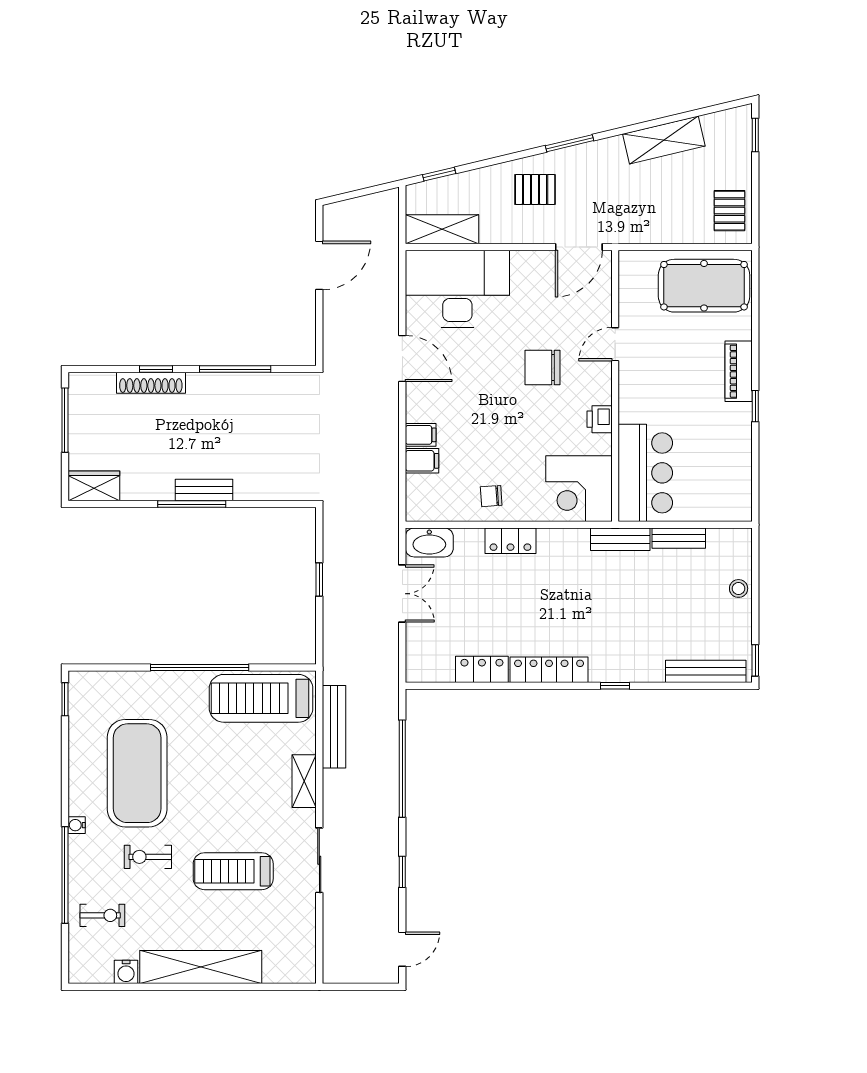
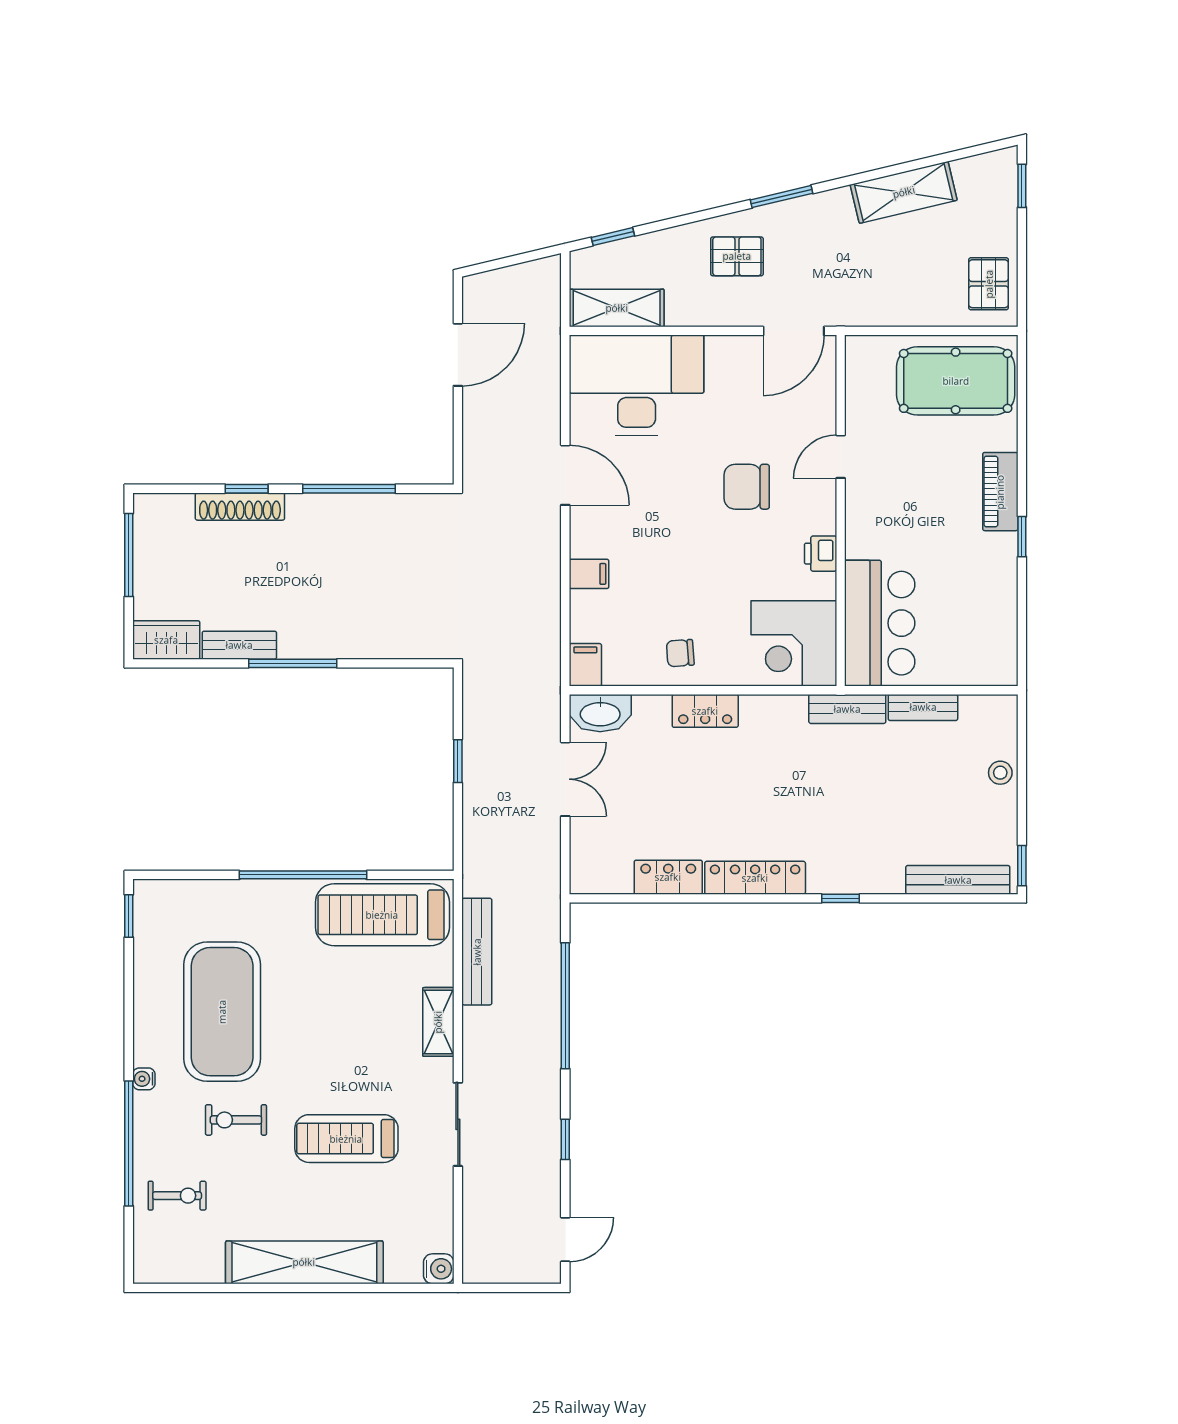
filing cabinet: (422, 461) -> (585, 665), moved, turned -90
bench: (204, 490) -> (239, 645), moved
water cooler: (126, 972) -> (439, 1269), moved, turned -90

